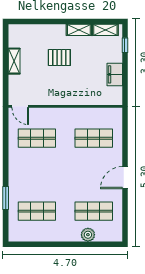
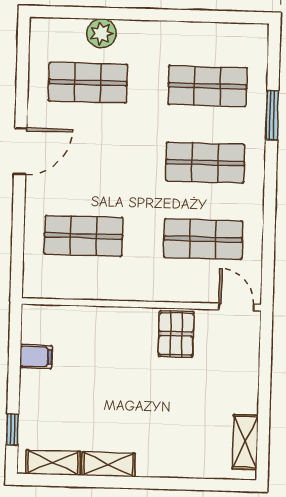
pallet: (59, 58) -> (176, 334), moved, turned 90
shelving: (14, 61) -> (245, 442), moved
filing cabinet: (115, 74) -> (36, 357), width x0.50
shop shelf: (37, 175) -> (205, 163), added

